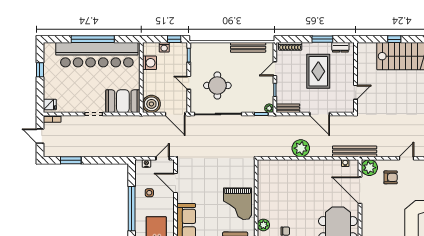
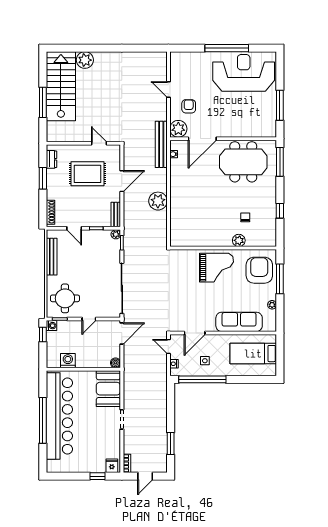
window: (394, 39) -> (43, 102), width x2.17
washing machine: (164, 47) -> (52, 326), moved
window: (40, 70) -> (98, 476), moved
rug: (318, 71) -> (87, 174), moved
round table: (217, 85) -> (65, 298), moved
boiler: (151, 104) -> (116, 363), width x0.54, depth x0.54
window: (132, 209) -> (202, 379), moved

